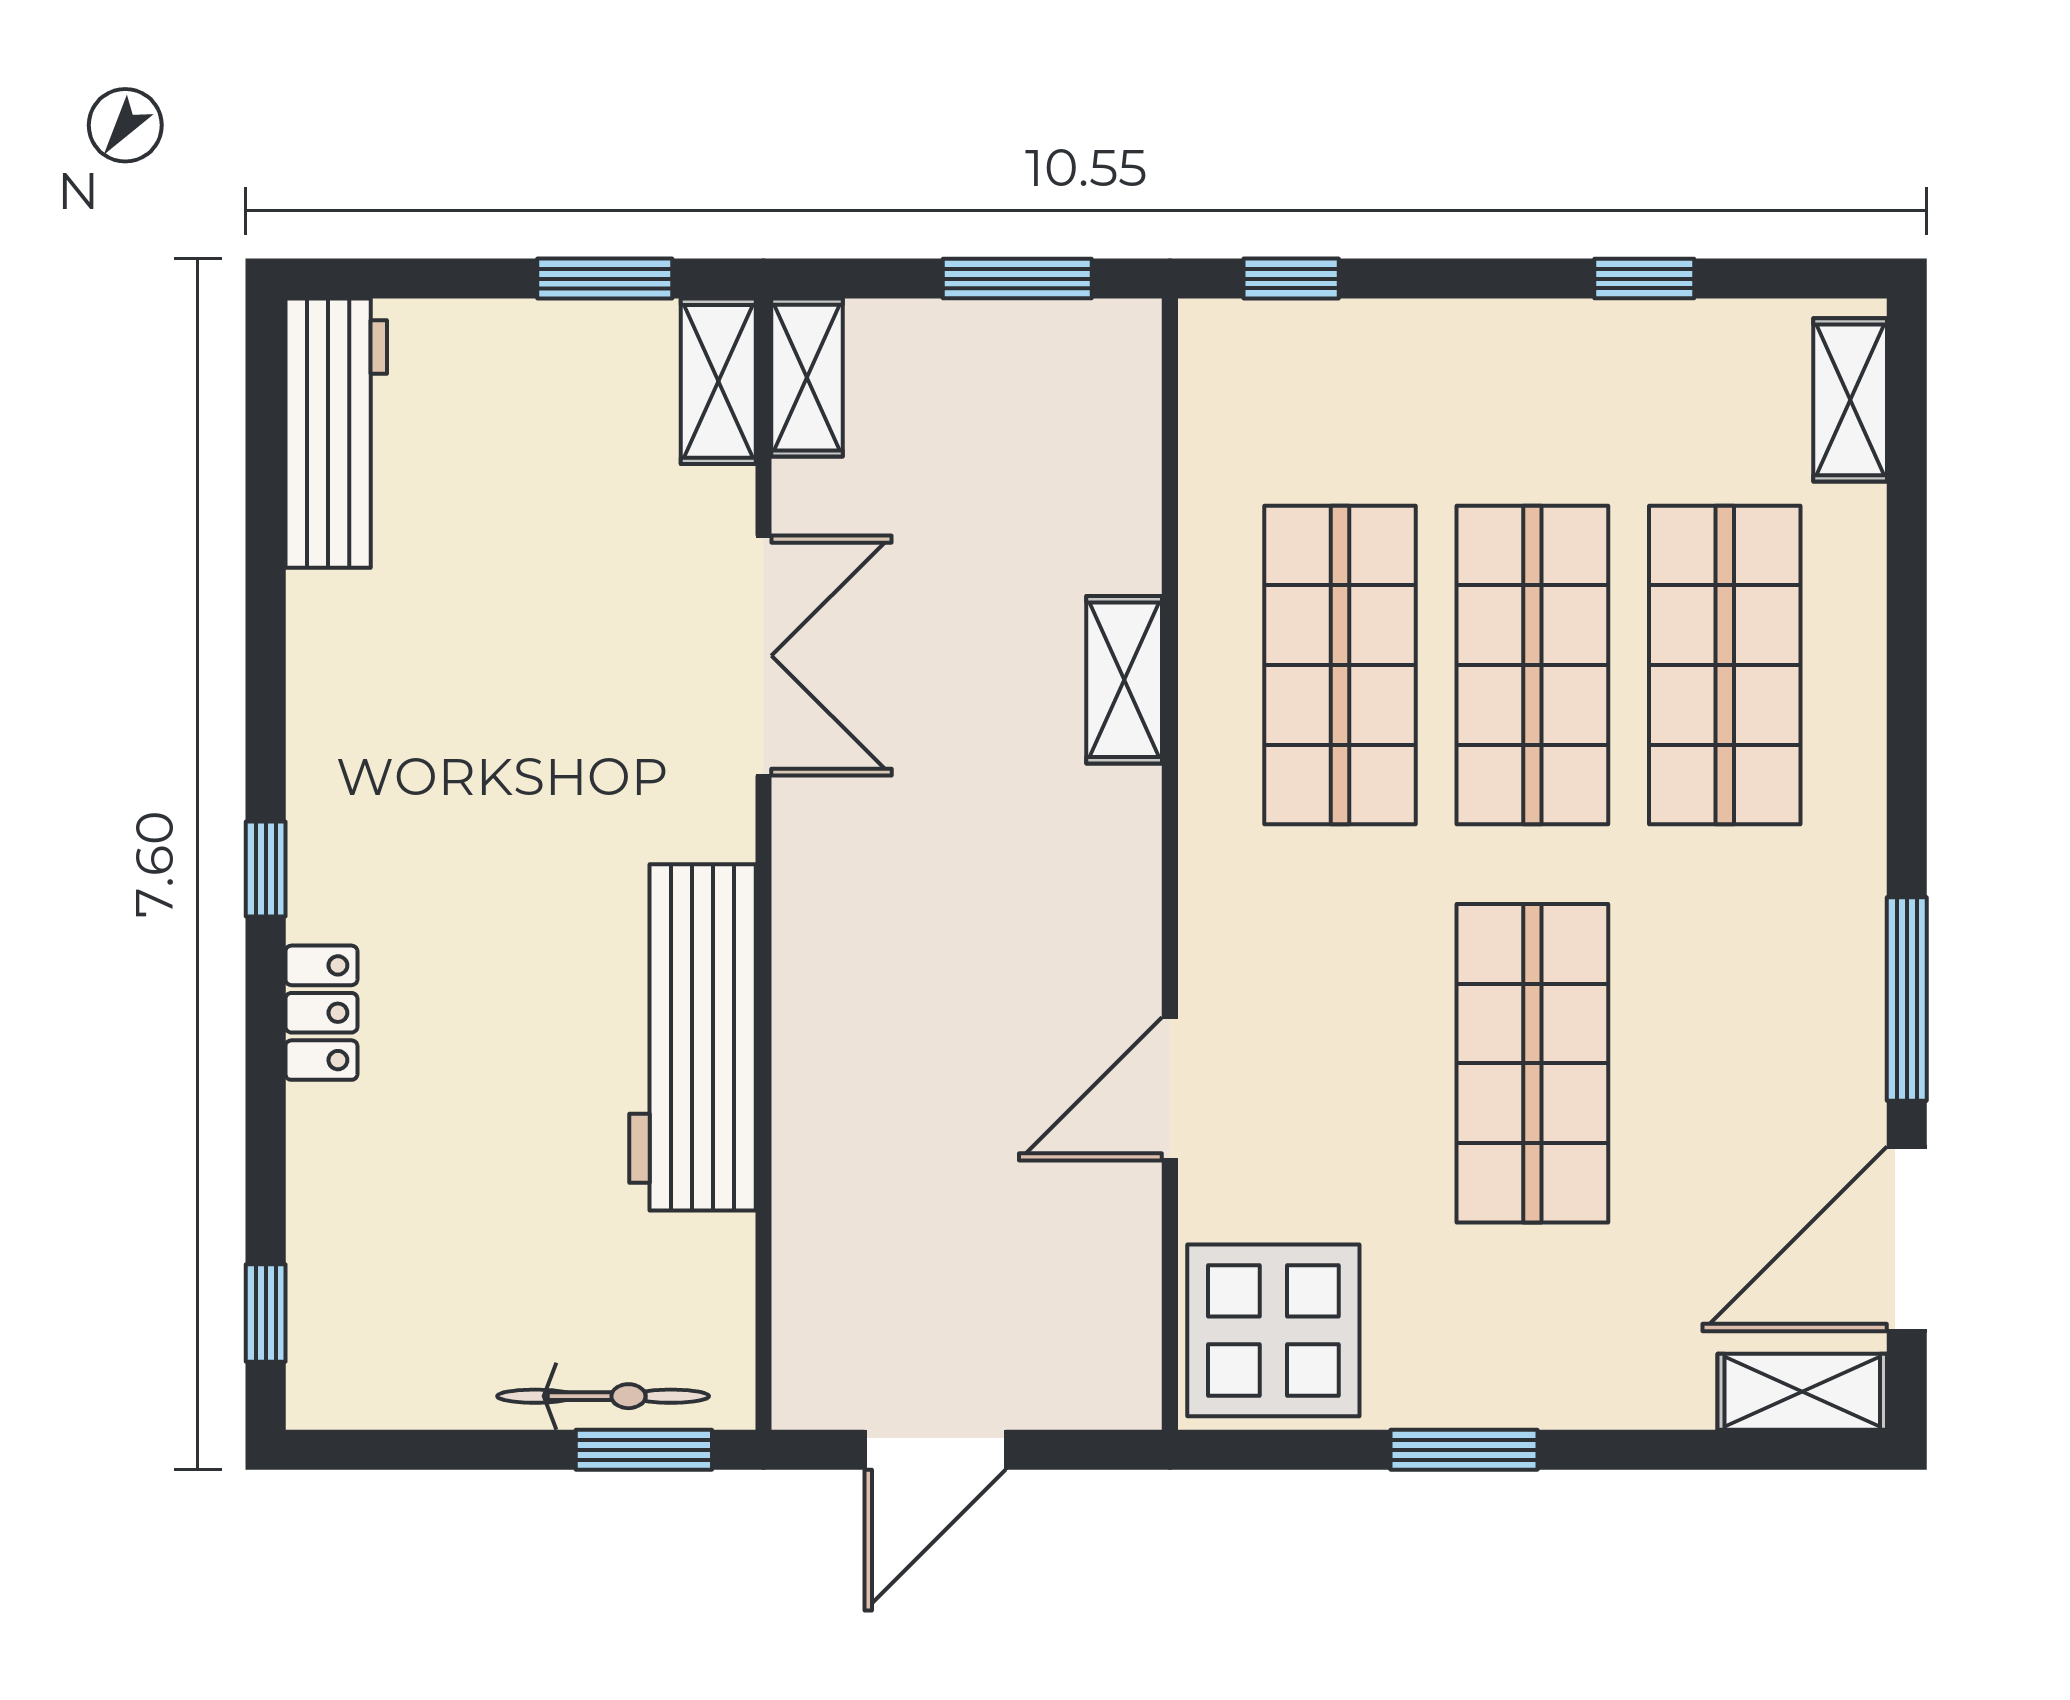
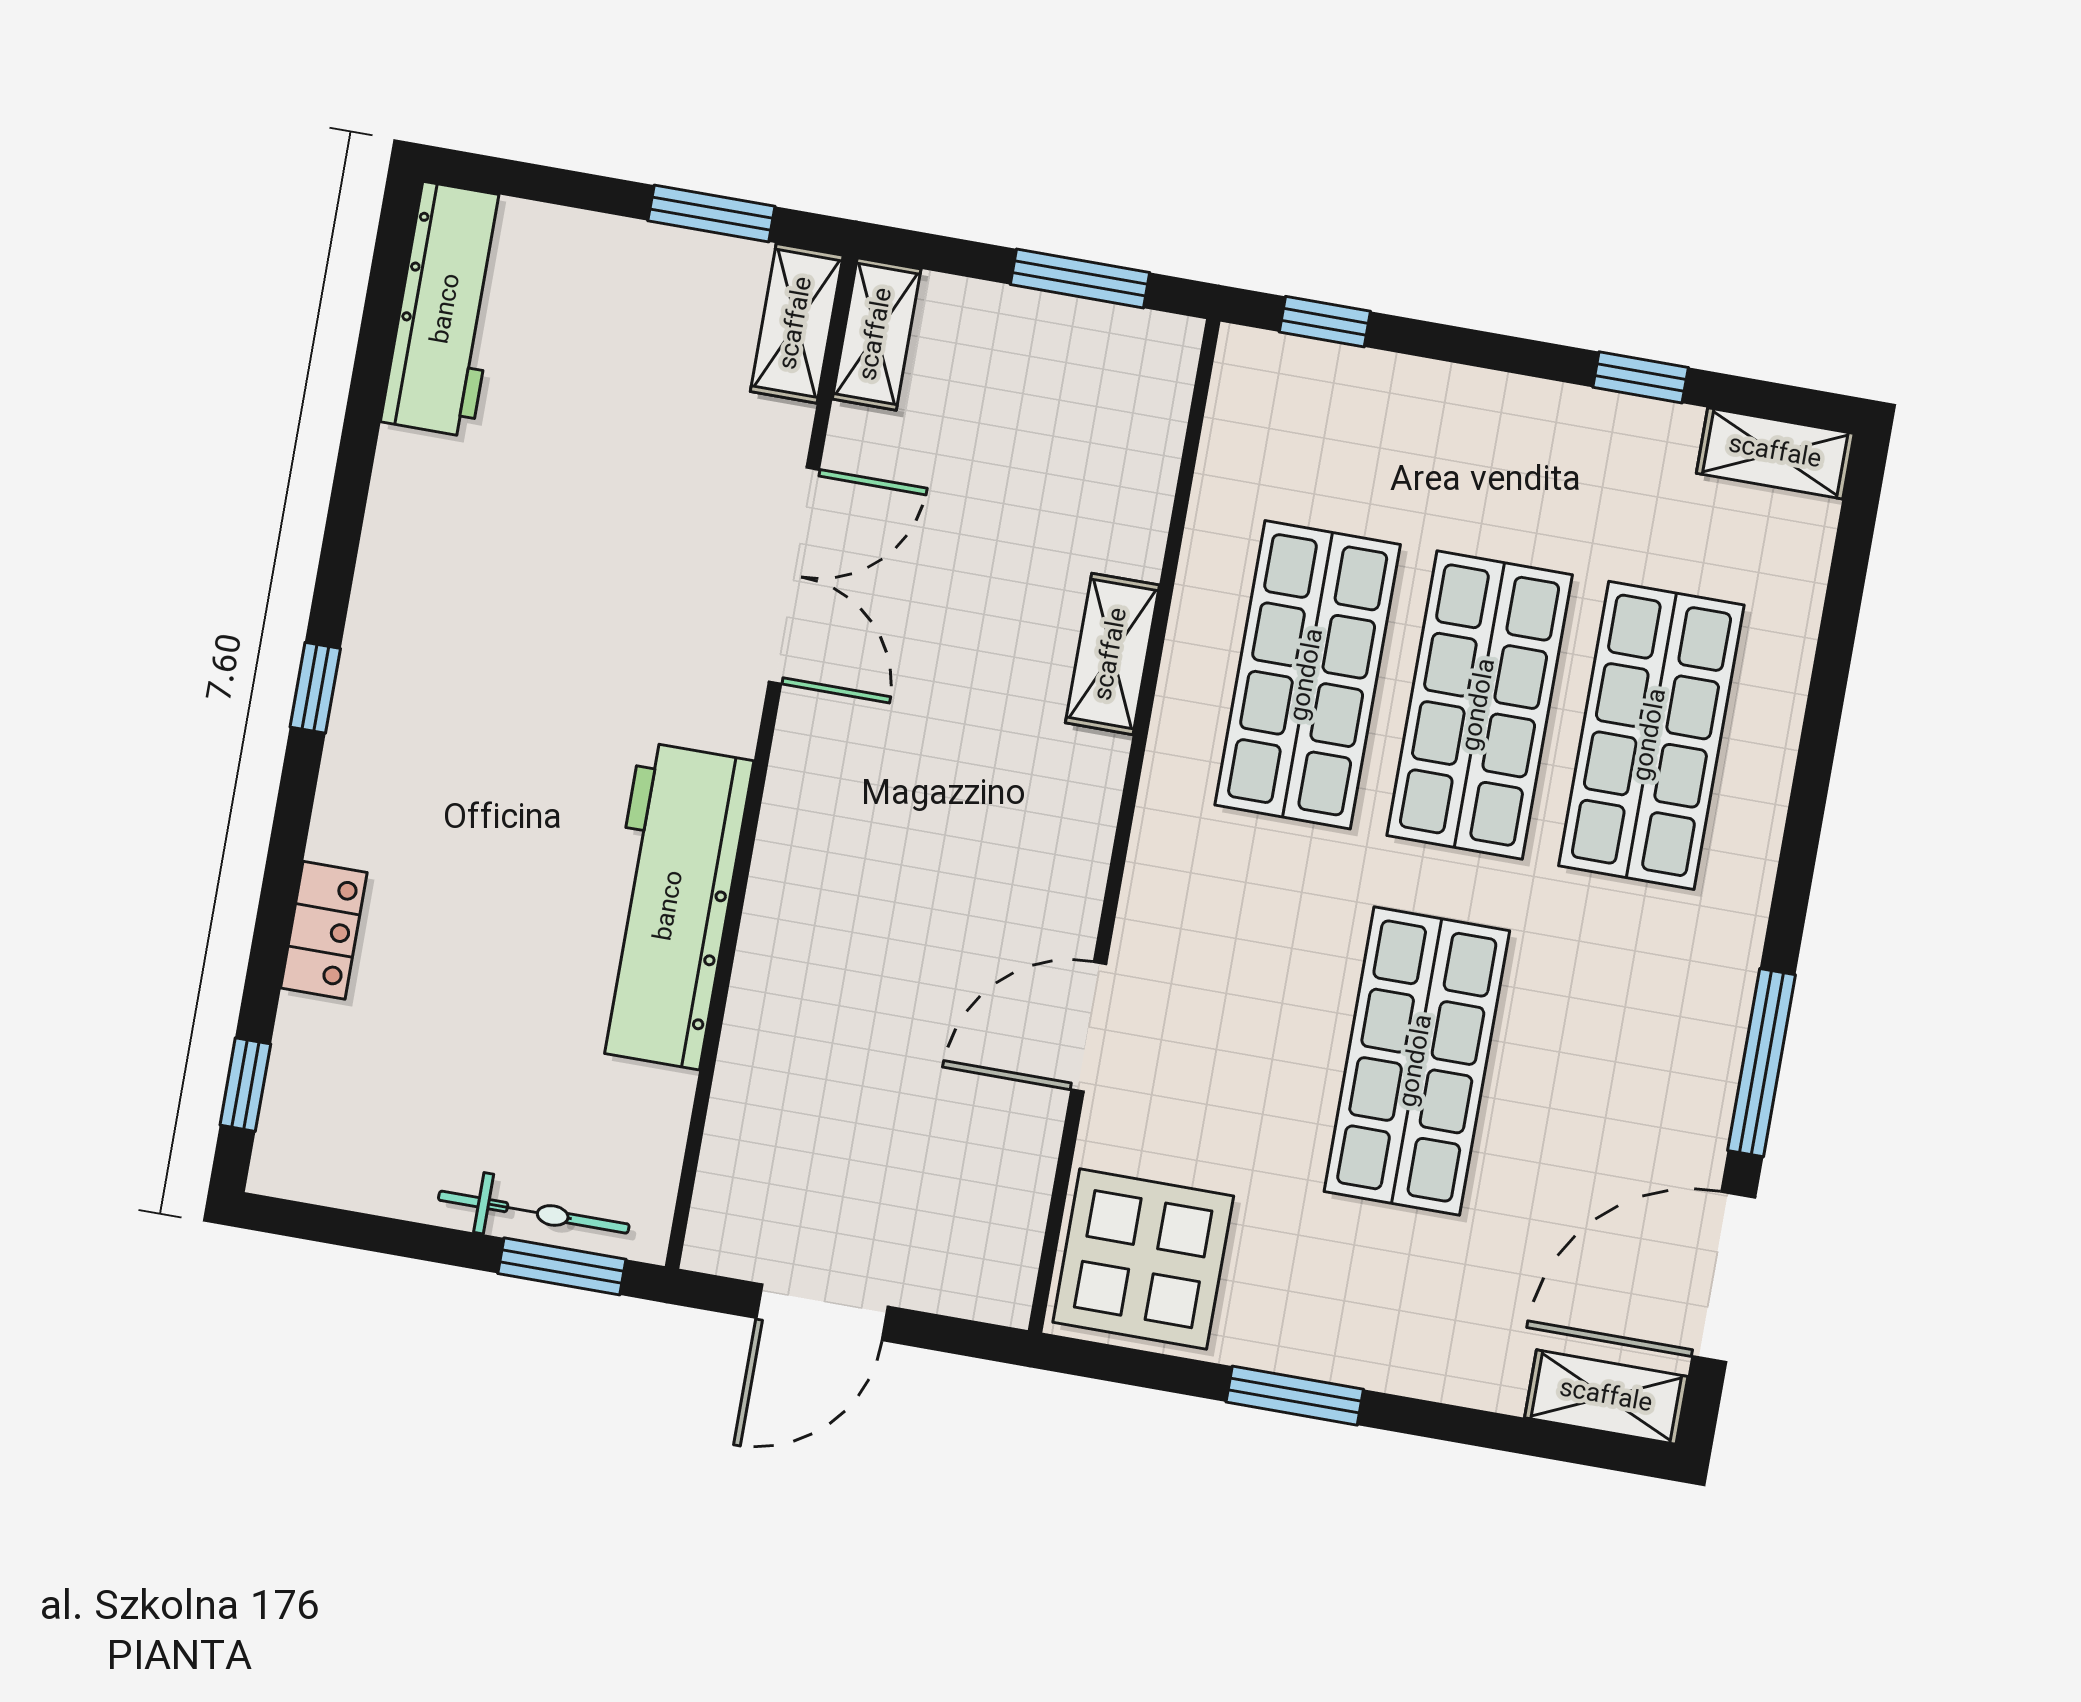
shelving: (1850, 400) -> (1775, 453), moved, turned 90
locker: (321, 1013) -> (324, 930), moved

